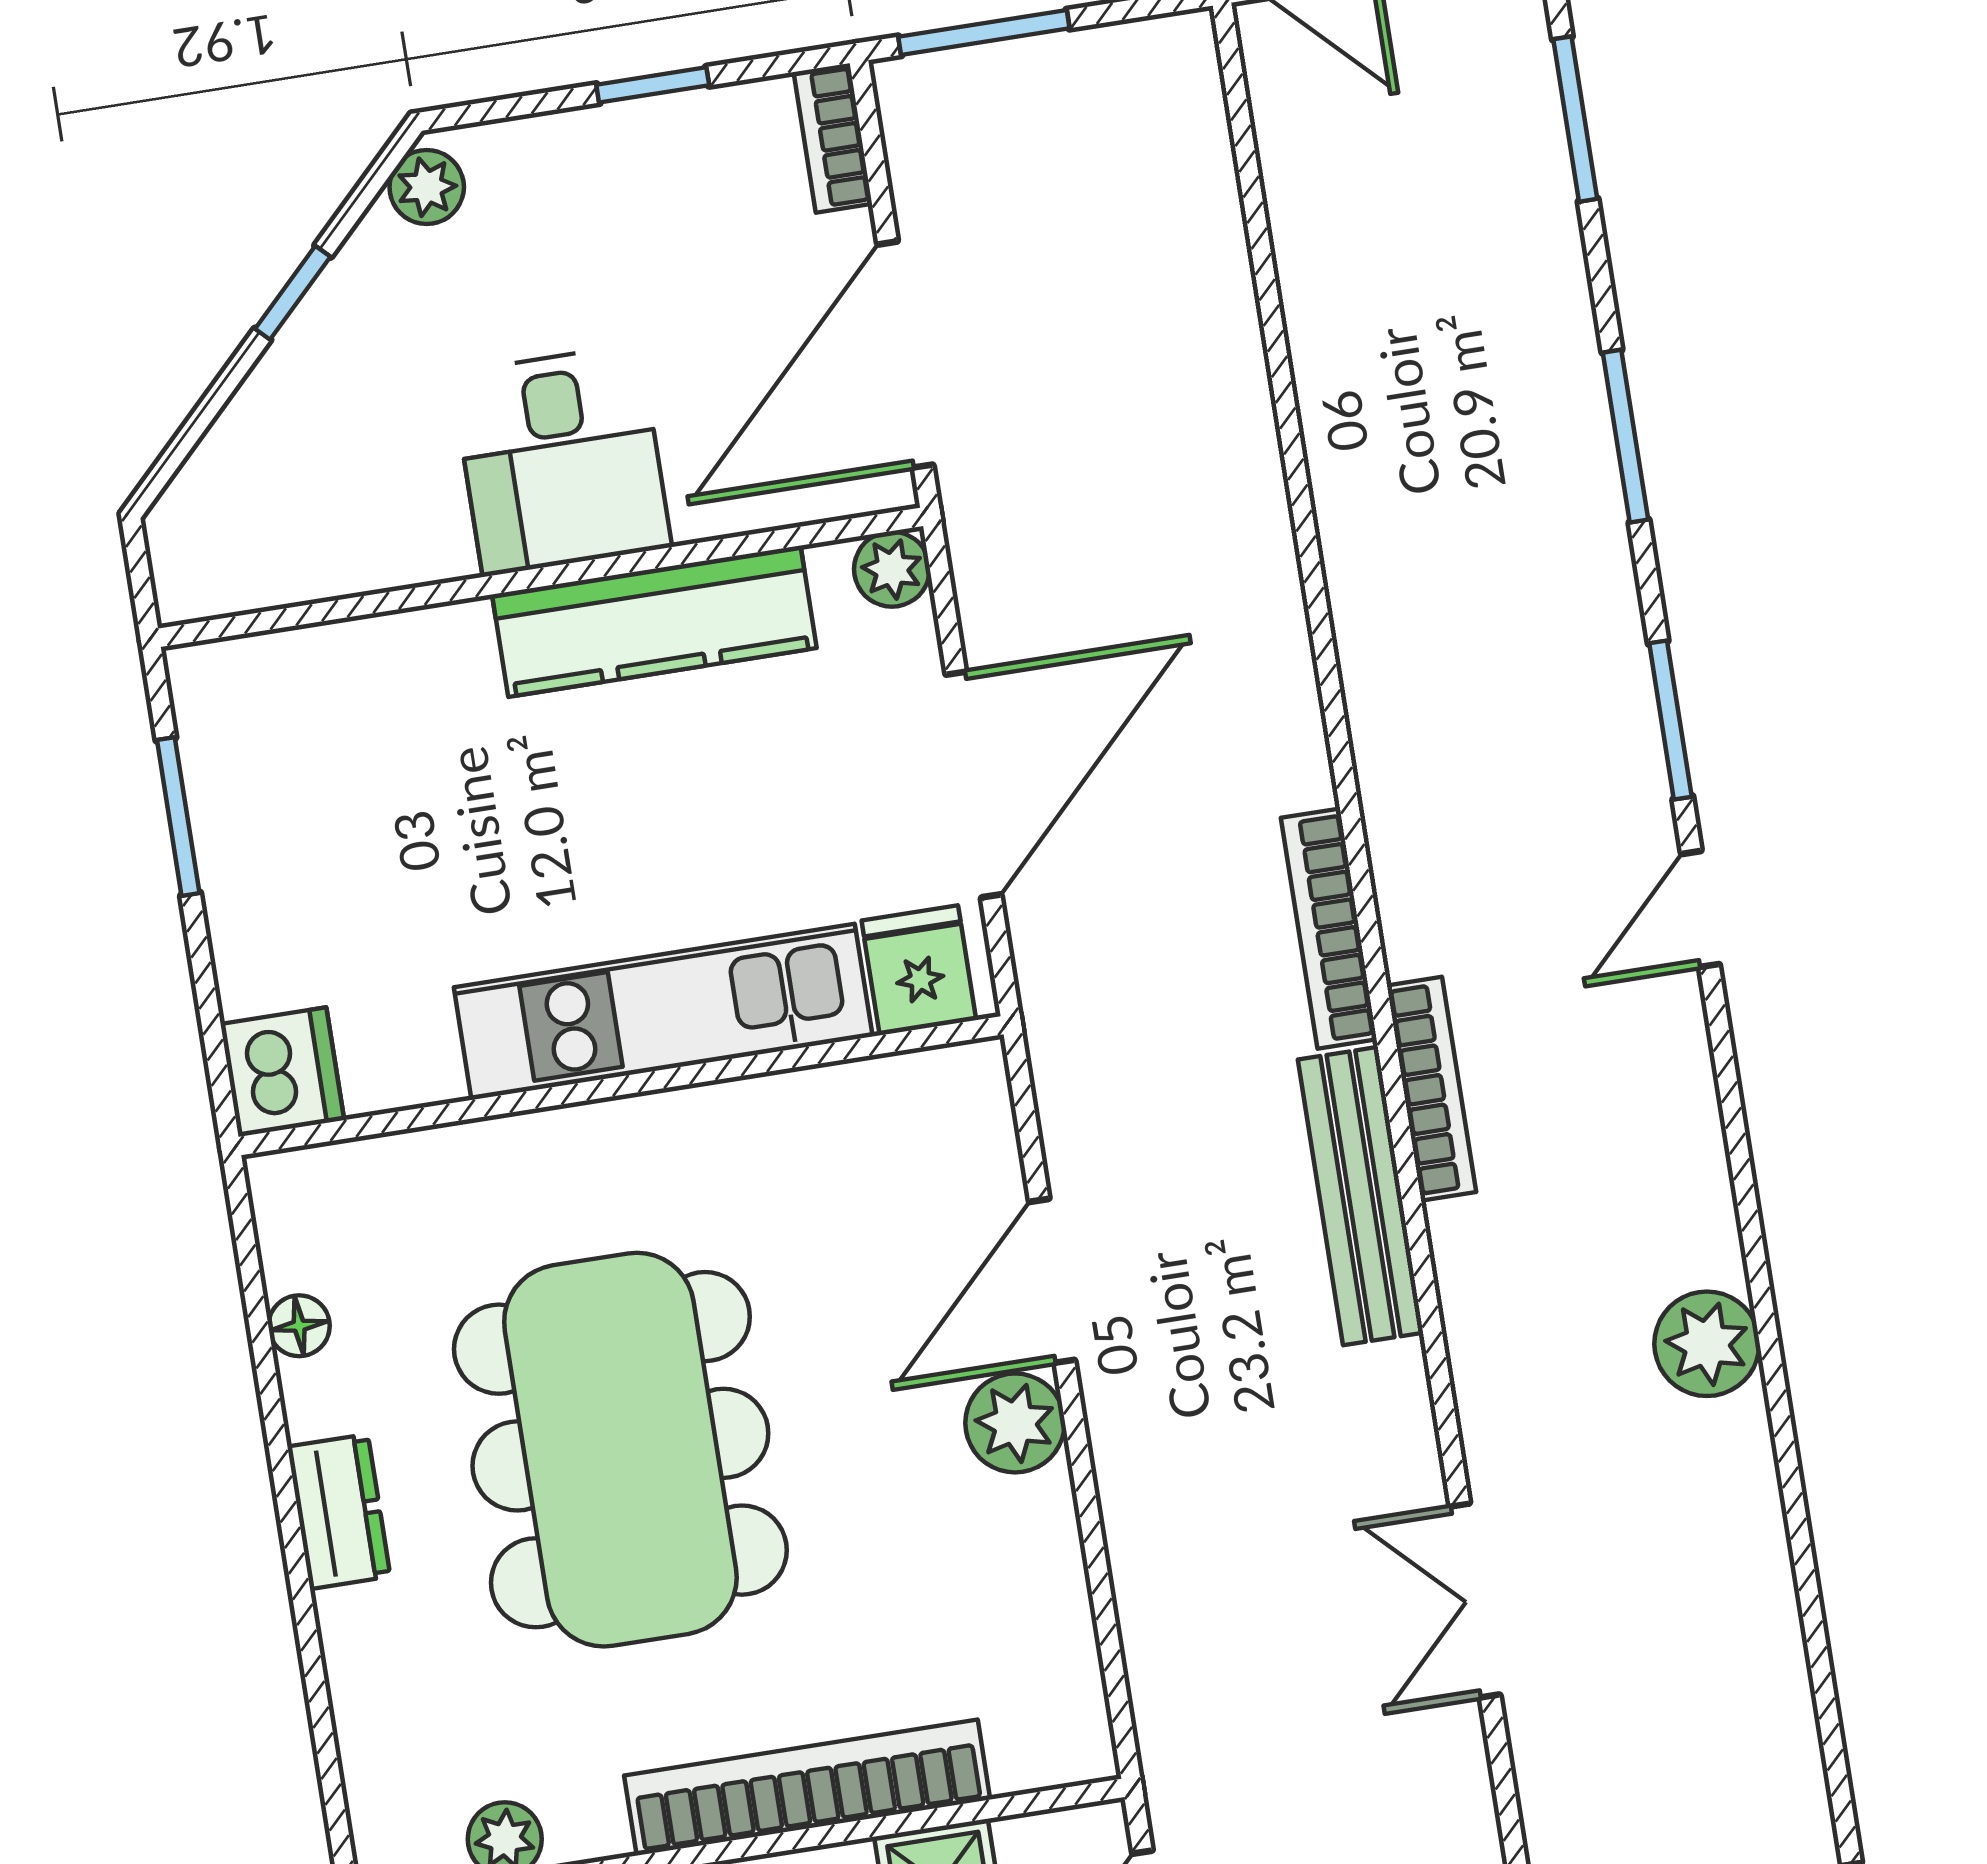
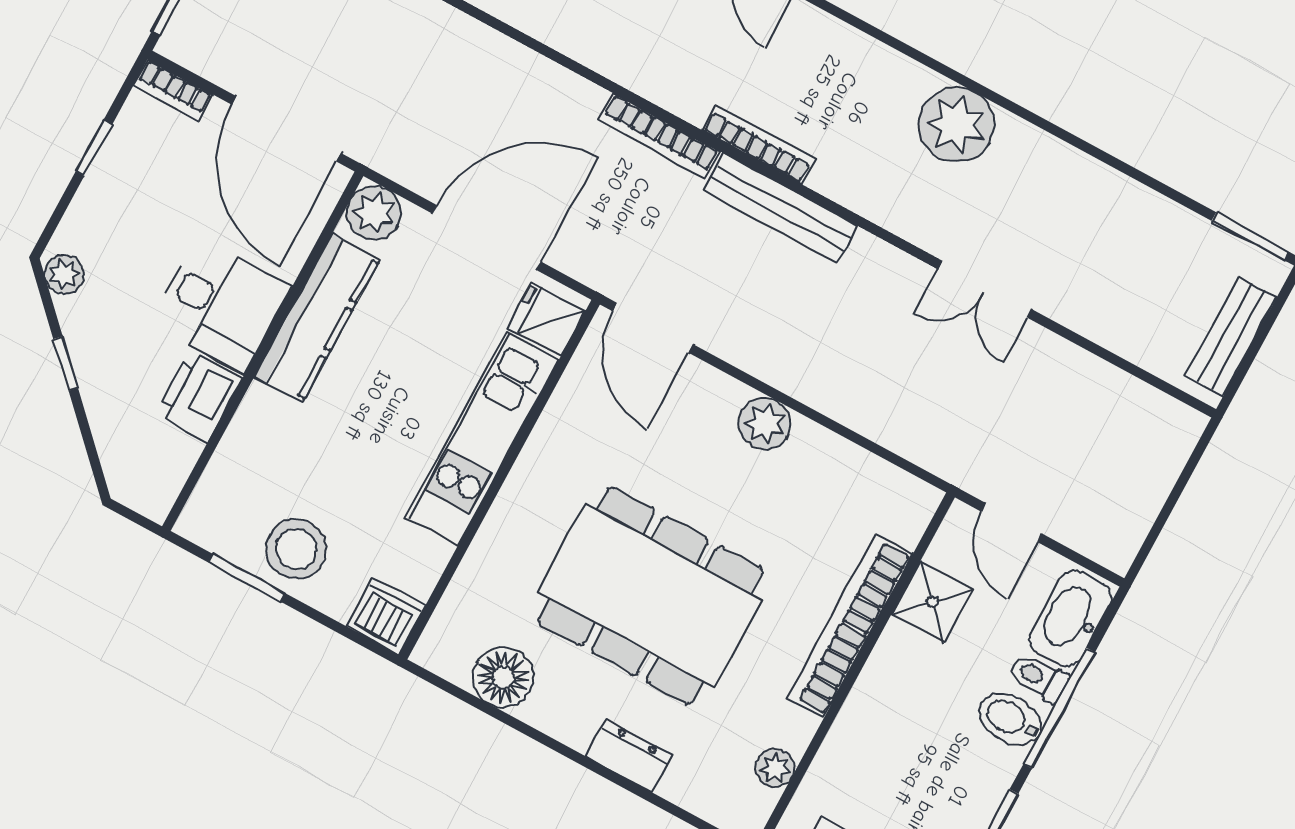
printer: (398, 532) -> (199, 396), added
plant: (892, 569) -> (374, 213), width x1.38, depth x1.38
door: (973, 785) -> (487, 237), hinge flipped
stool: (279, 858) -> (296, 549), added
door: (1052, 1281) -> (653, 328), moved
floor lamp: (299, 1326) -> (503, 677), width x1.89, depth x1.89
plant: (1707, 1344) -> (956, 125), width x1.36, depth x1.36
dresser: (339, 1512) -> (629, 756), moved

